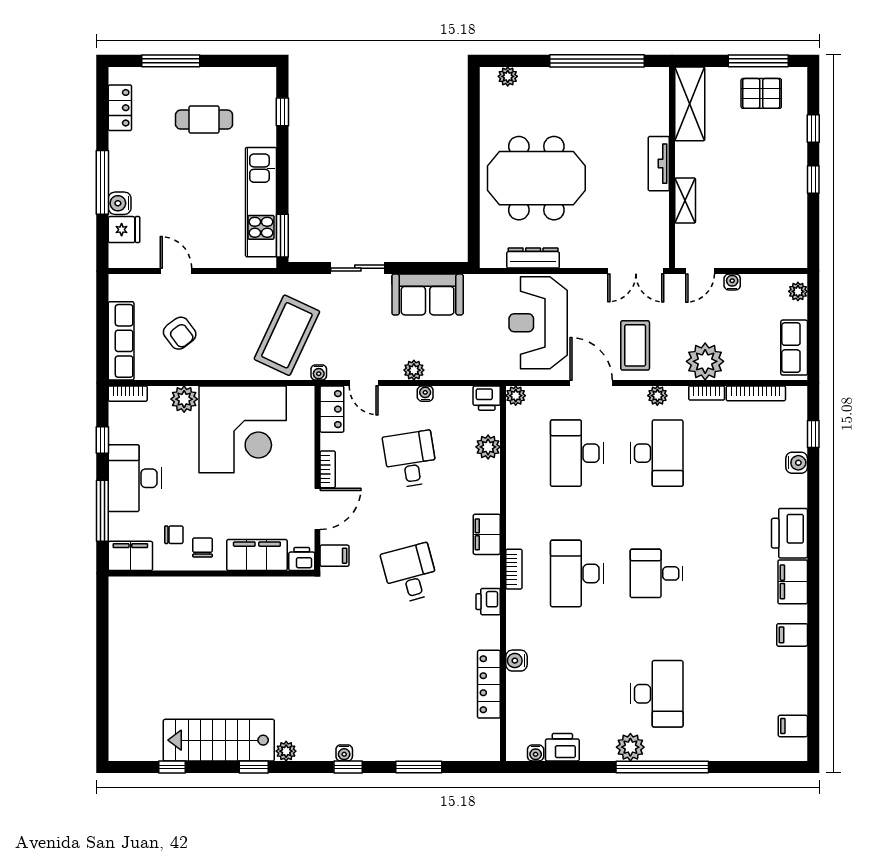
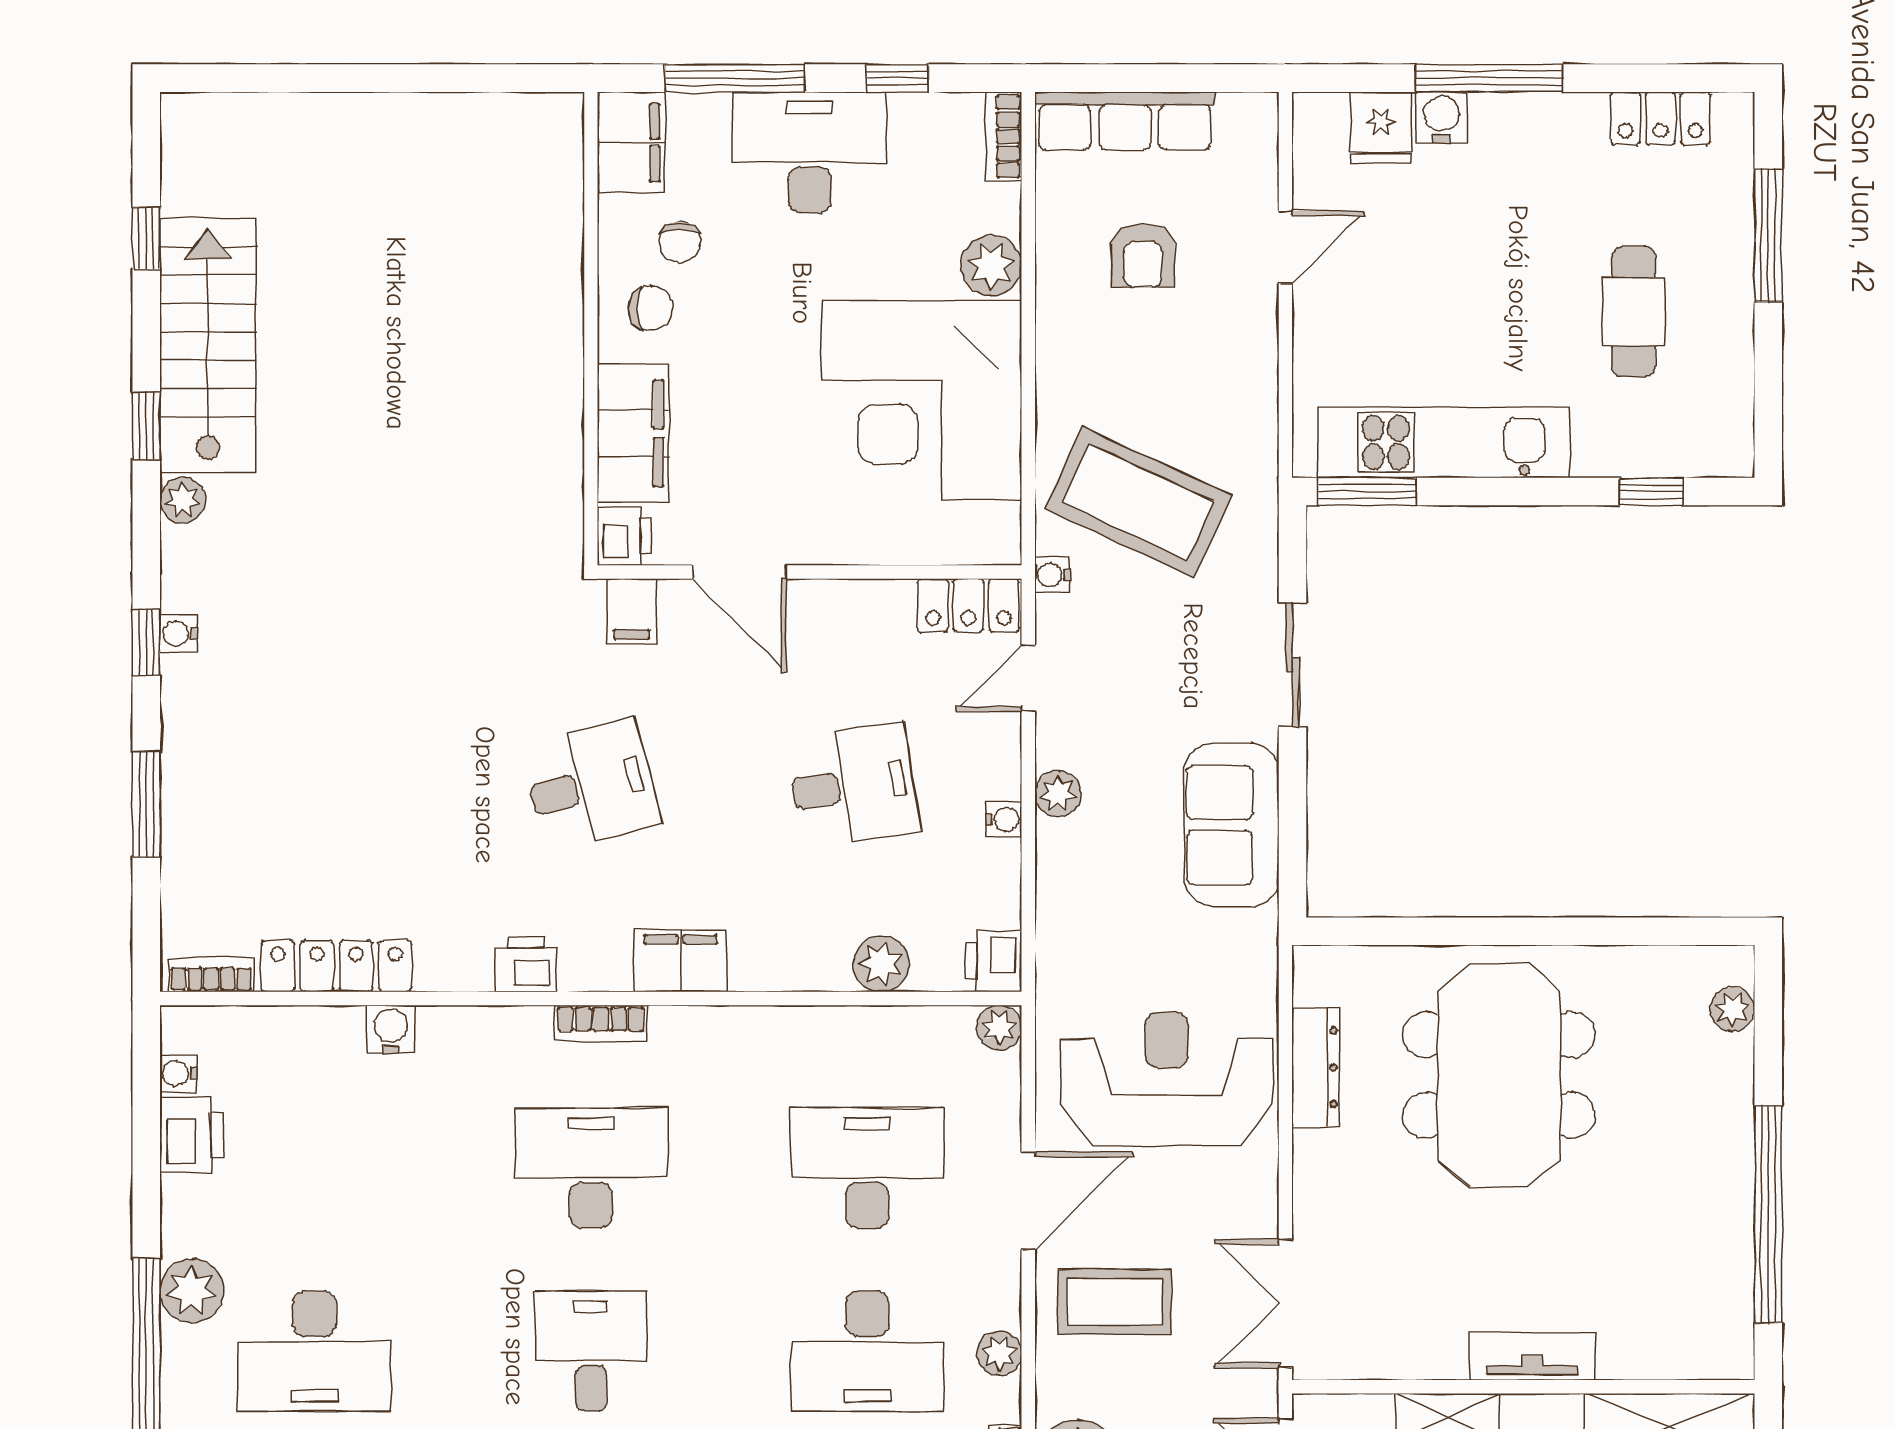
armchair: (180, 333) -> (1143, 256), turned -53
bookcase: (328, 469) -> (211, 975), moved, turned 180

